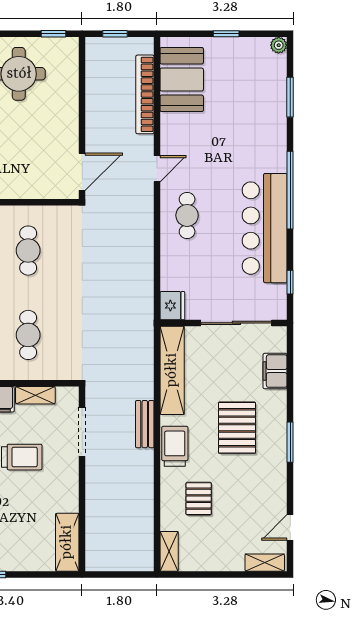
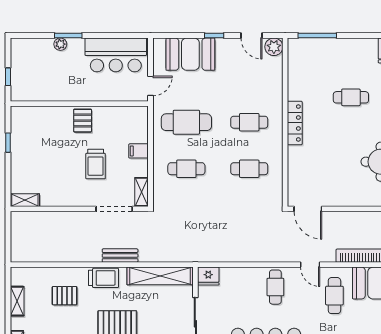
cafe table: (199, 136) -> (334, 296), added
cafe table: (187, 215) -> (275, 287), turned 90
shelving: (35, 395) -> (142, 192), moved
shelving: (67, 542) -> (25, 200), width x0.67, depth x0.75
shelving: (169, 551) -> (17, 301), moved, turned 90

